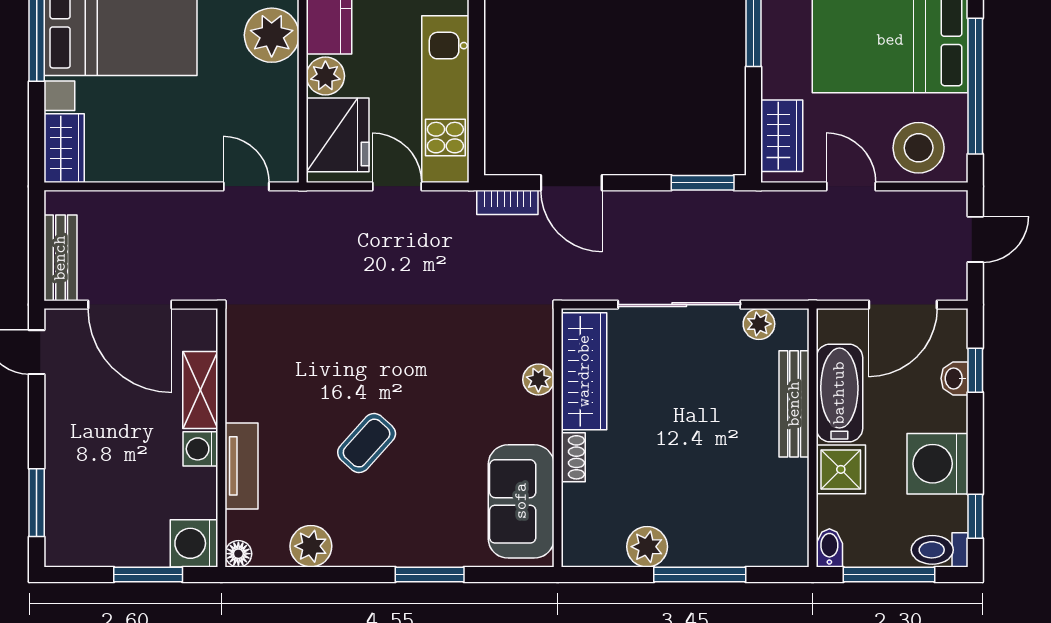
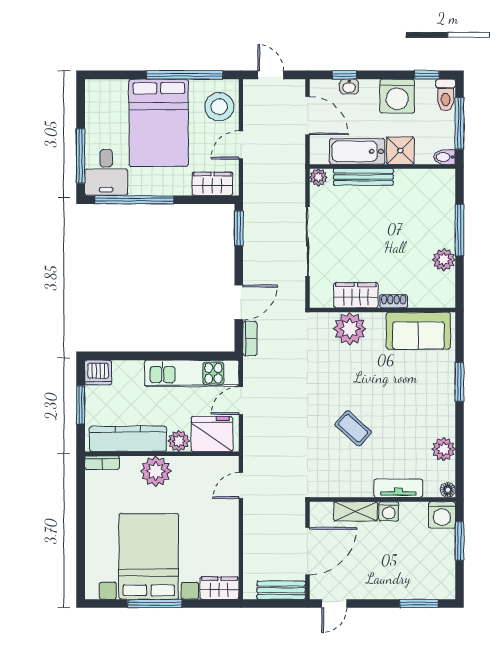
plant: (759, 324) -> (318, 177), moved
wardrobe: (584, 371) -> (356, 295), width x0.67
plant: (538, 380) -> (350, 329), width x1.88, depth x1.88
coffee table: (367, 443) -> (353, 428), moved

